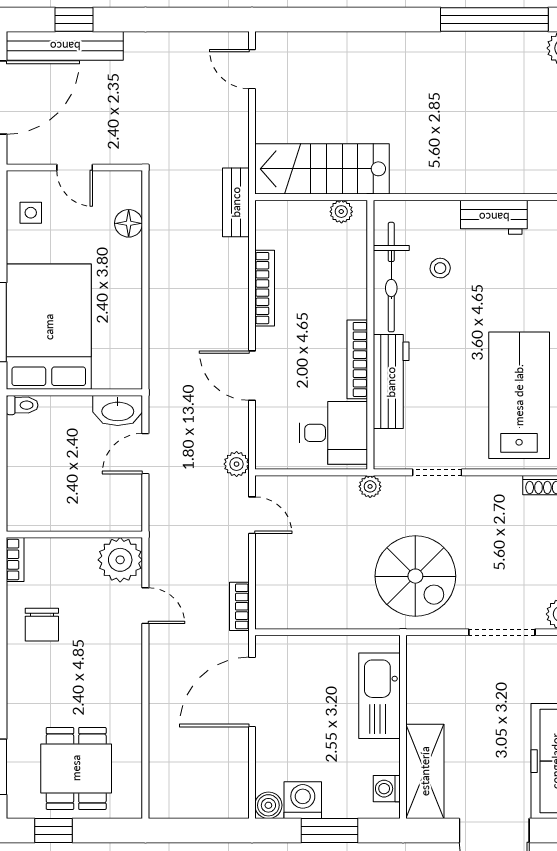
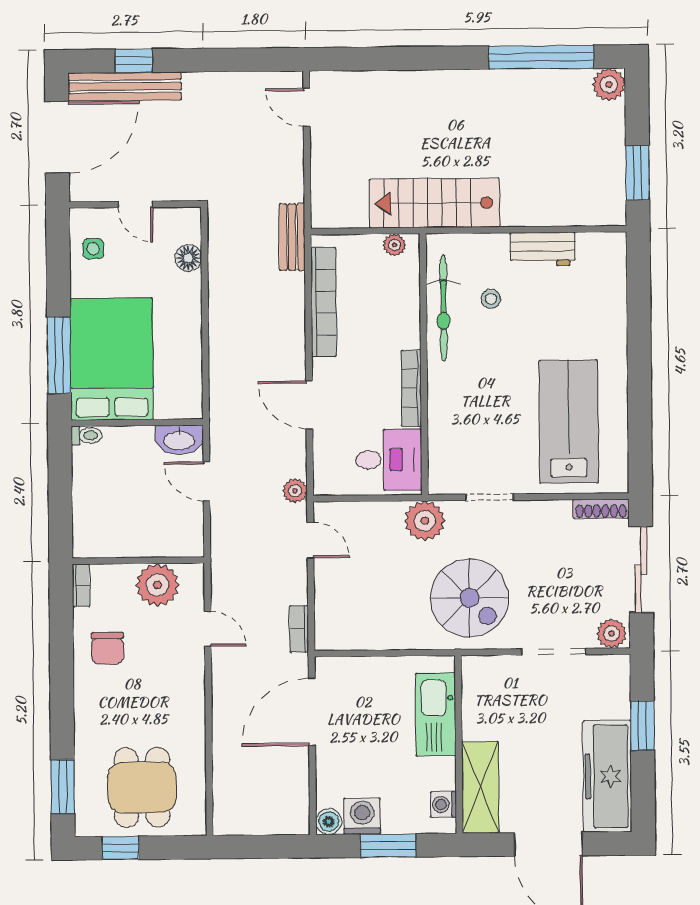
stairs: (322, 169) -> (435, 203), moved
bookcase: (265, 288) -> (324, 302), width x1.48, depth x1.31
workbench: (391, 382) -> (444, 409), removed
door: (145, 454) -> (207, 481), hinge flipped
plant: (370, 486) -> (425, 521), width x1.88, depth x1.88
plant: (120, 560) -> (157, 585), moved

